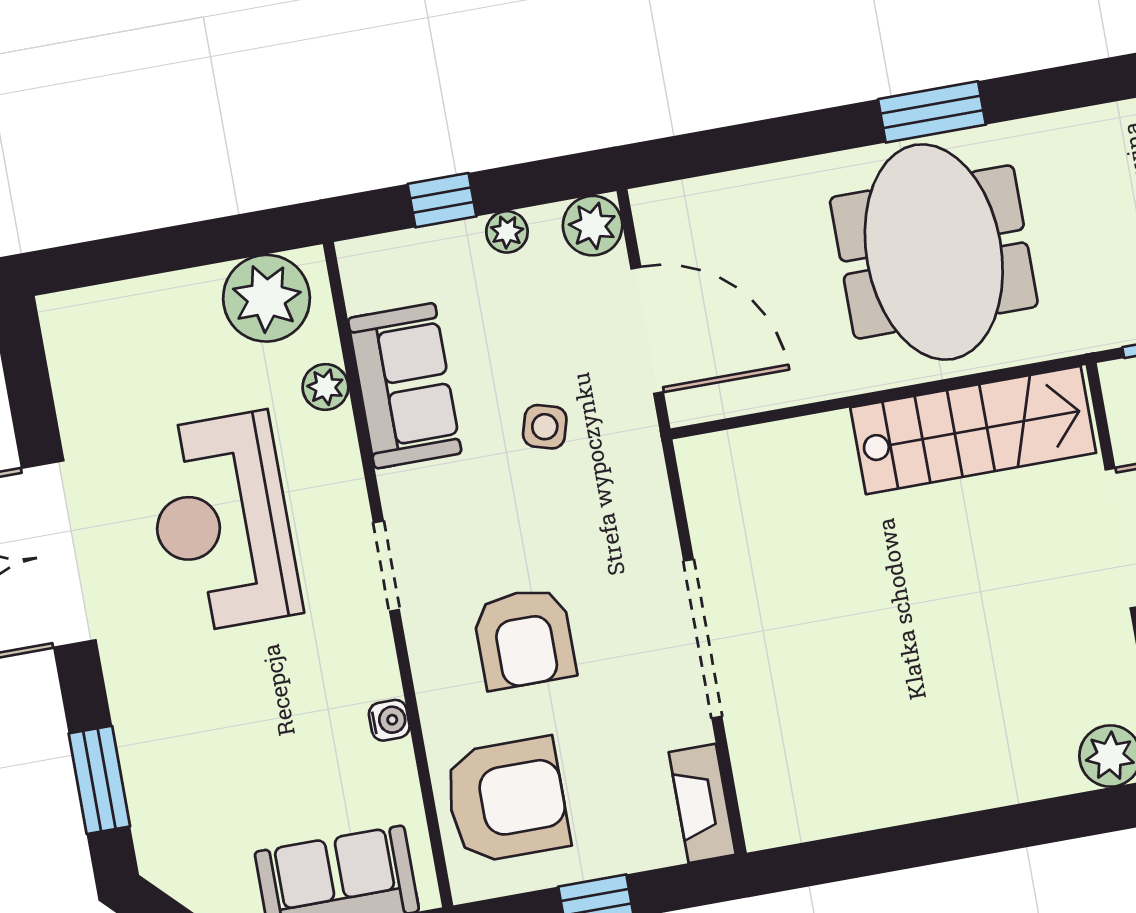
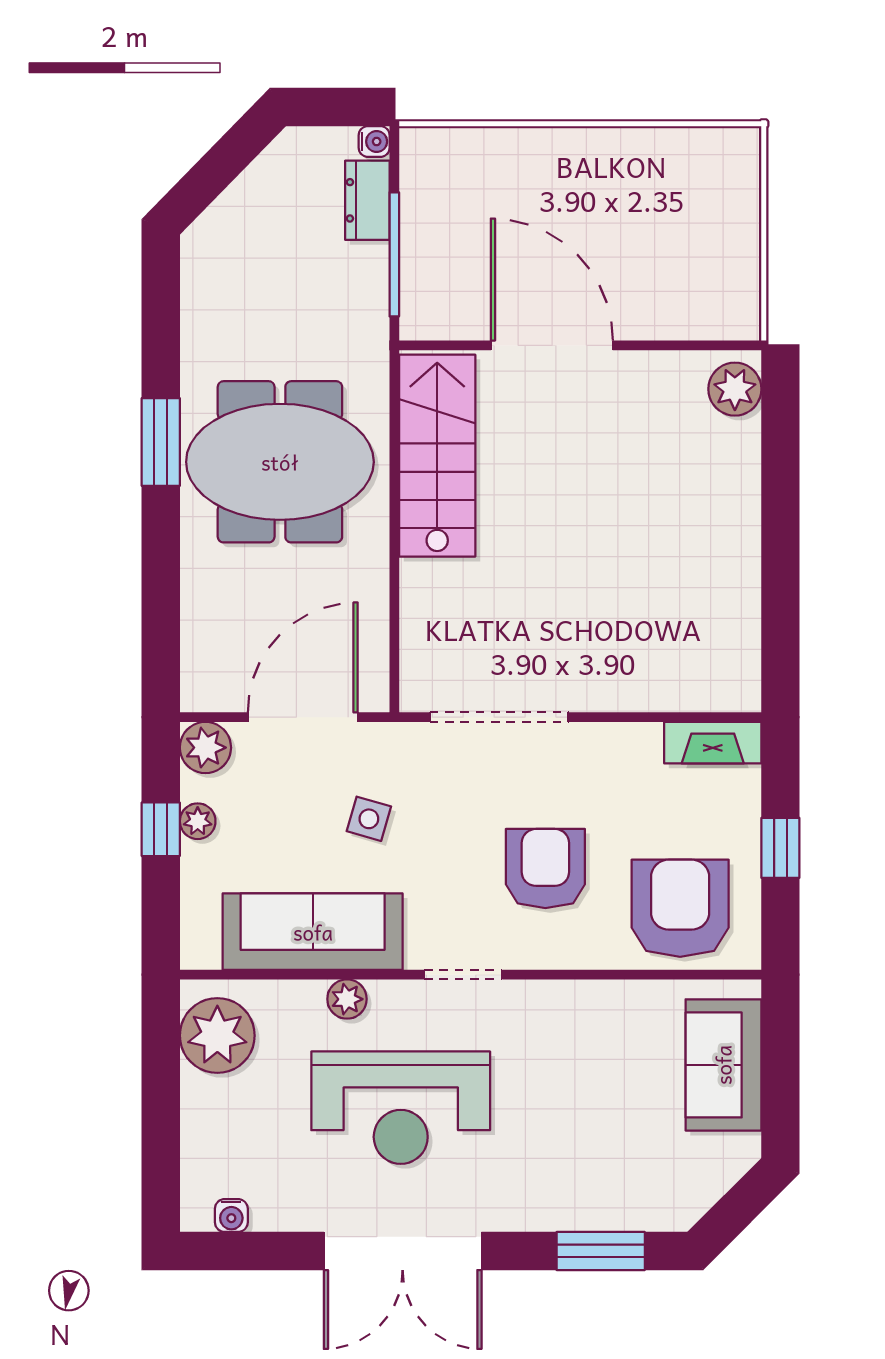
window: (442, 200) -> (161, 829), moved
sofa: (405, 386) -> (313, 932), width x1.36
plant: (325, 387) -> (347, 999), moved
armchair: (524, 638) -> (545, 869), turned -90
doorway: (703, 639) -> (499, 717), moved
water cooler: (389, 720) -> (231, 1216), moved, turned 180

